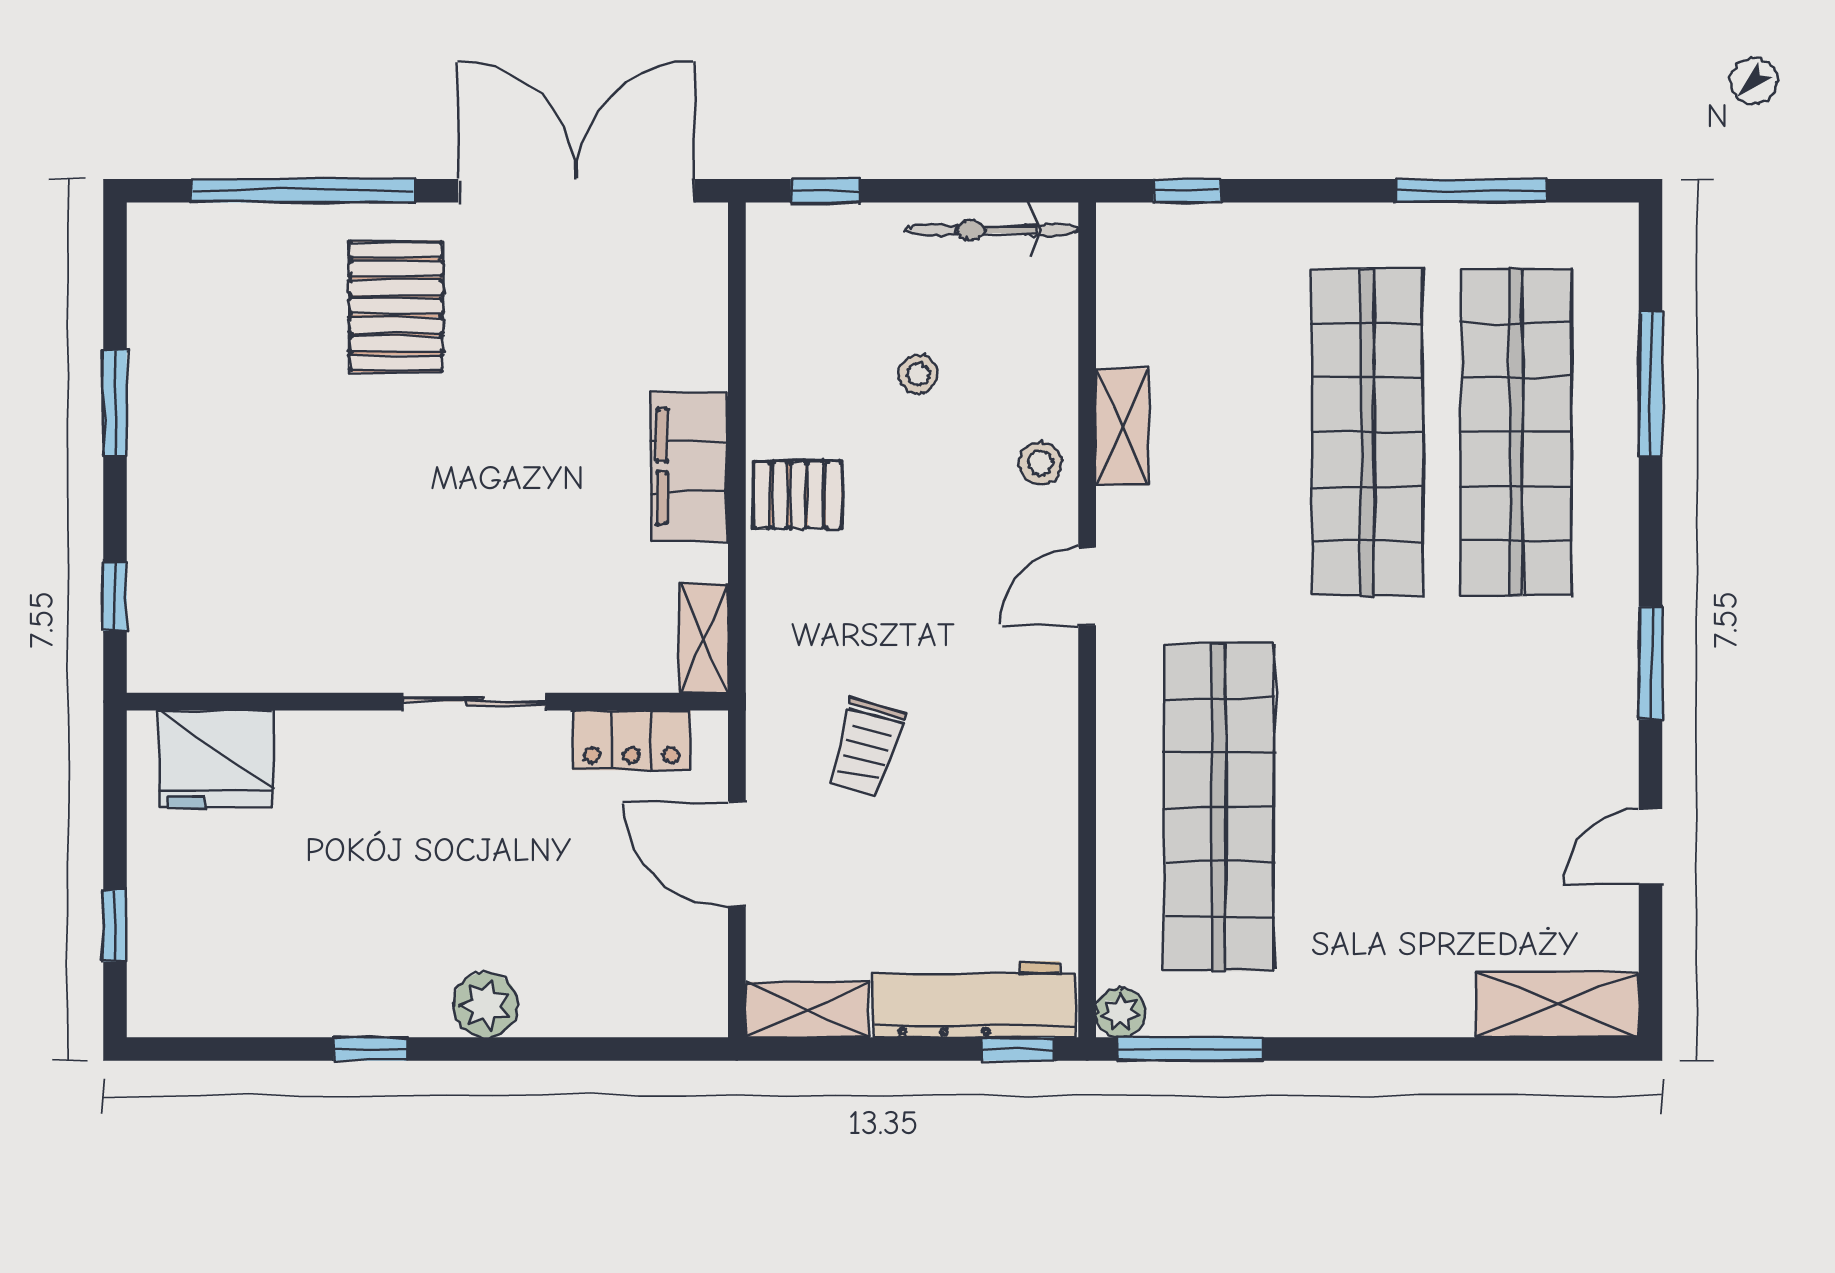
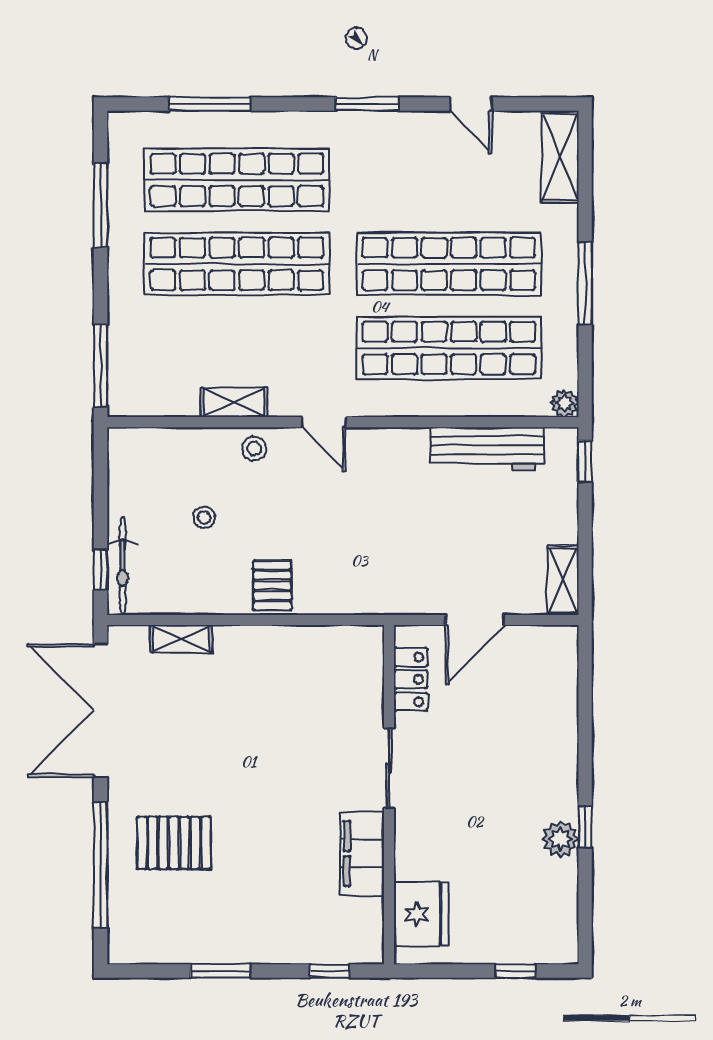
window: (1187, 191) -> (101, 366), width x2.17
bicycle: (992, 230) -> (123, 566), moved
pallet: (396, 306) -> (174, 843), moved
filing cabinet: (689, 467) -> (362, 854), moved, turned 90
shelving: (703, 638) -> (181, 639), moved
trolley: (866, 747) -> (414, 547), removed
shop shelf: (1367, 808) -> (449, 264), added
workbench: (974, 999) -> (487, 449), moved, turned -90
plant: (486, 1005) -> (560, 839), moved
window: (1190, 1049) -> (585, 283), moved

